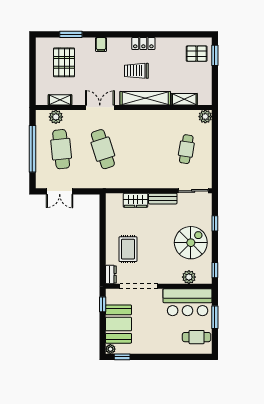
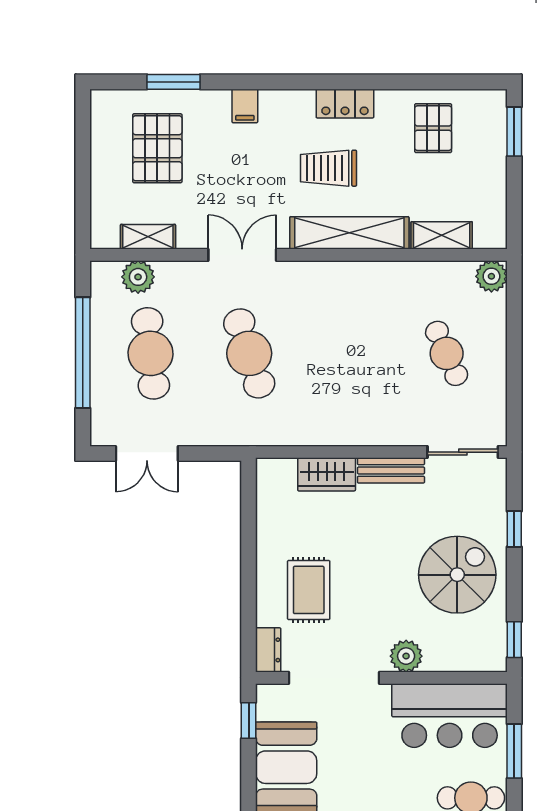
pallet: (197, 54) -> (433, 128), moved, turned 90
cafe table: (186, 149) -> (447, 353), turned -33
plant: (189, 277) -> (406, 656), moved

